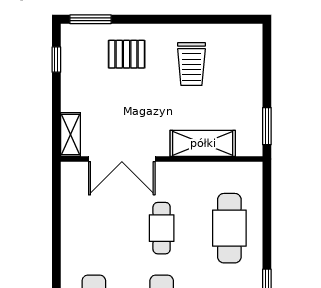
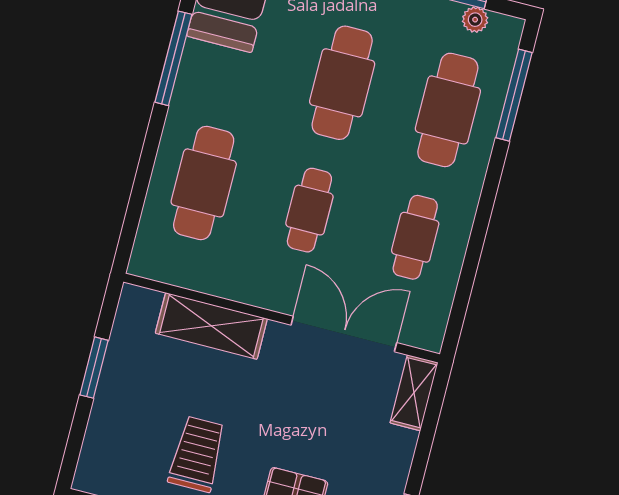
window: (267, 126) -> (94, 368), moved
cafe table: (94, 228) -> (415, 237), added

